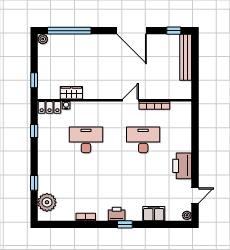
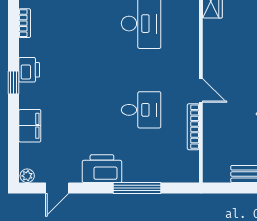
desk: (143, 140) -> (141, 110), width x0.73
window: (195, 143) -> (137, 188), added
door: (195, 196) -> (57, 188), hinge flipped

